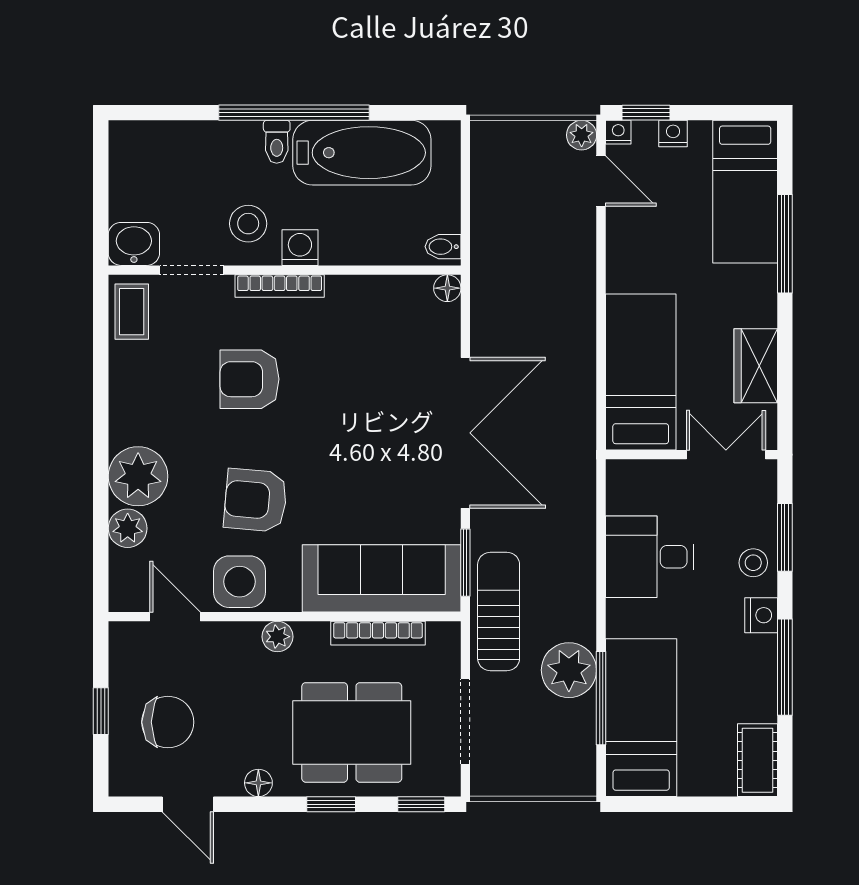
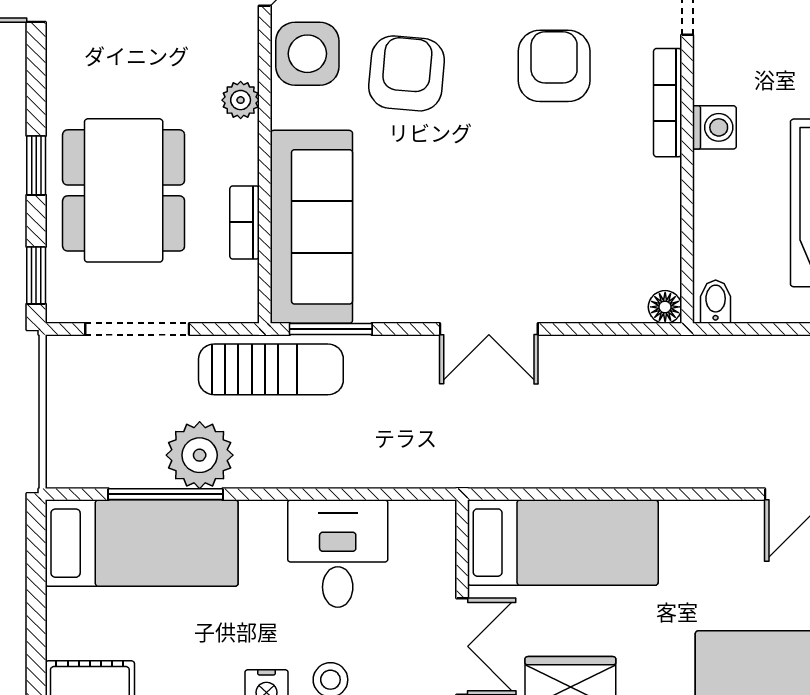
stool: (248, 224) -> (744, 64), removed
double door: (465, 433) -> (489, 329), width x0.54
bookcase: (378, 633) -> (245, 222), width x0.64
floor lamp: (258, 783) -> (62, 77), removed

